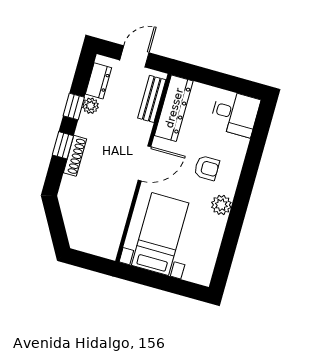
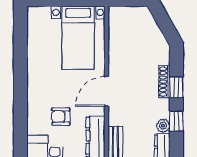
armchair: (207, 168) -> (61, 117), moved
plant: (221, 205) -> (35, 75), removed

